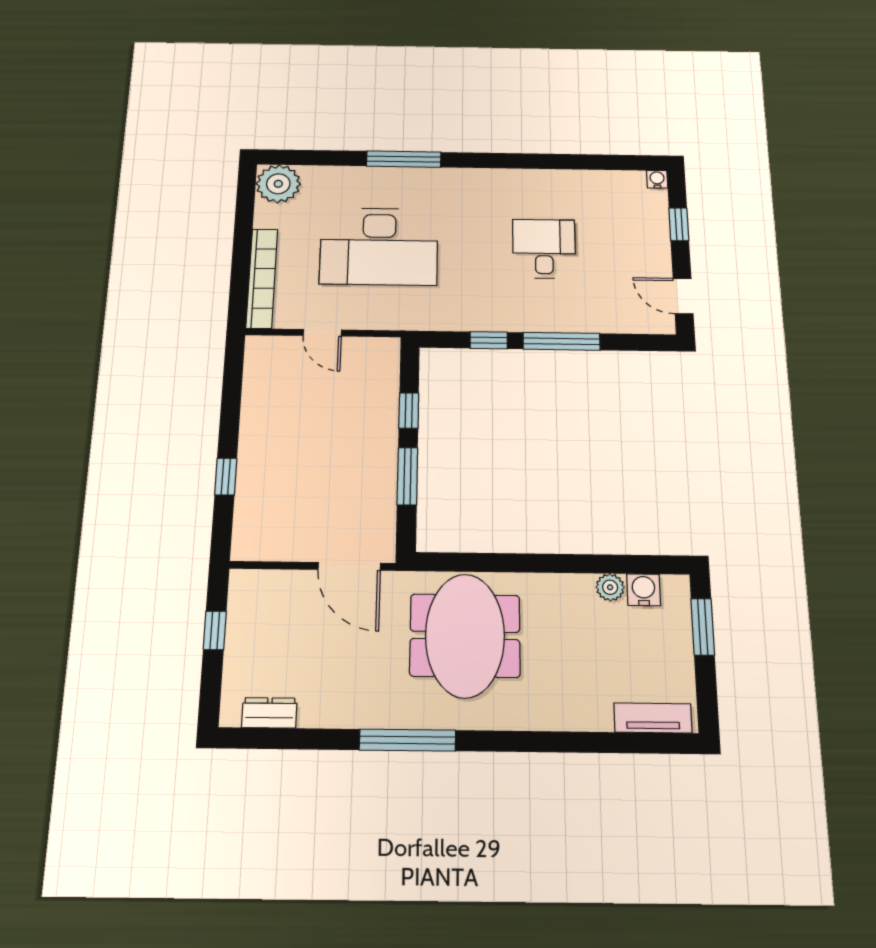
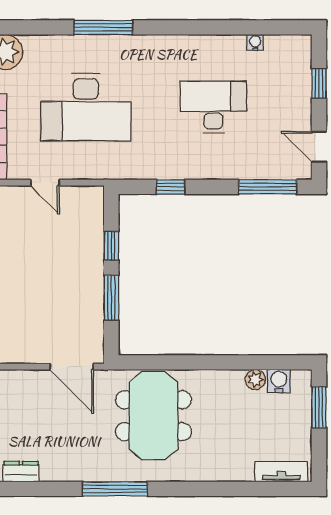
water cooler: (657, 179) -> (255, 43), moved
desk: (544, 249) -> (213, 107), width x1.37
window: (562, 341) -> (268, 187), moved

